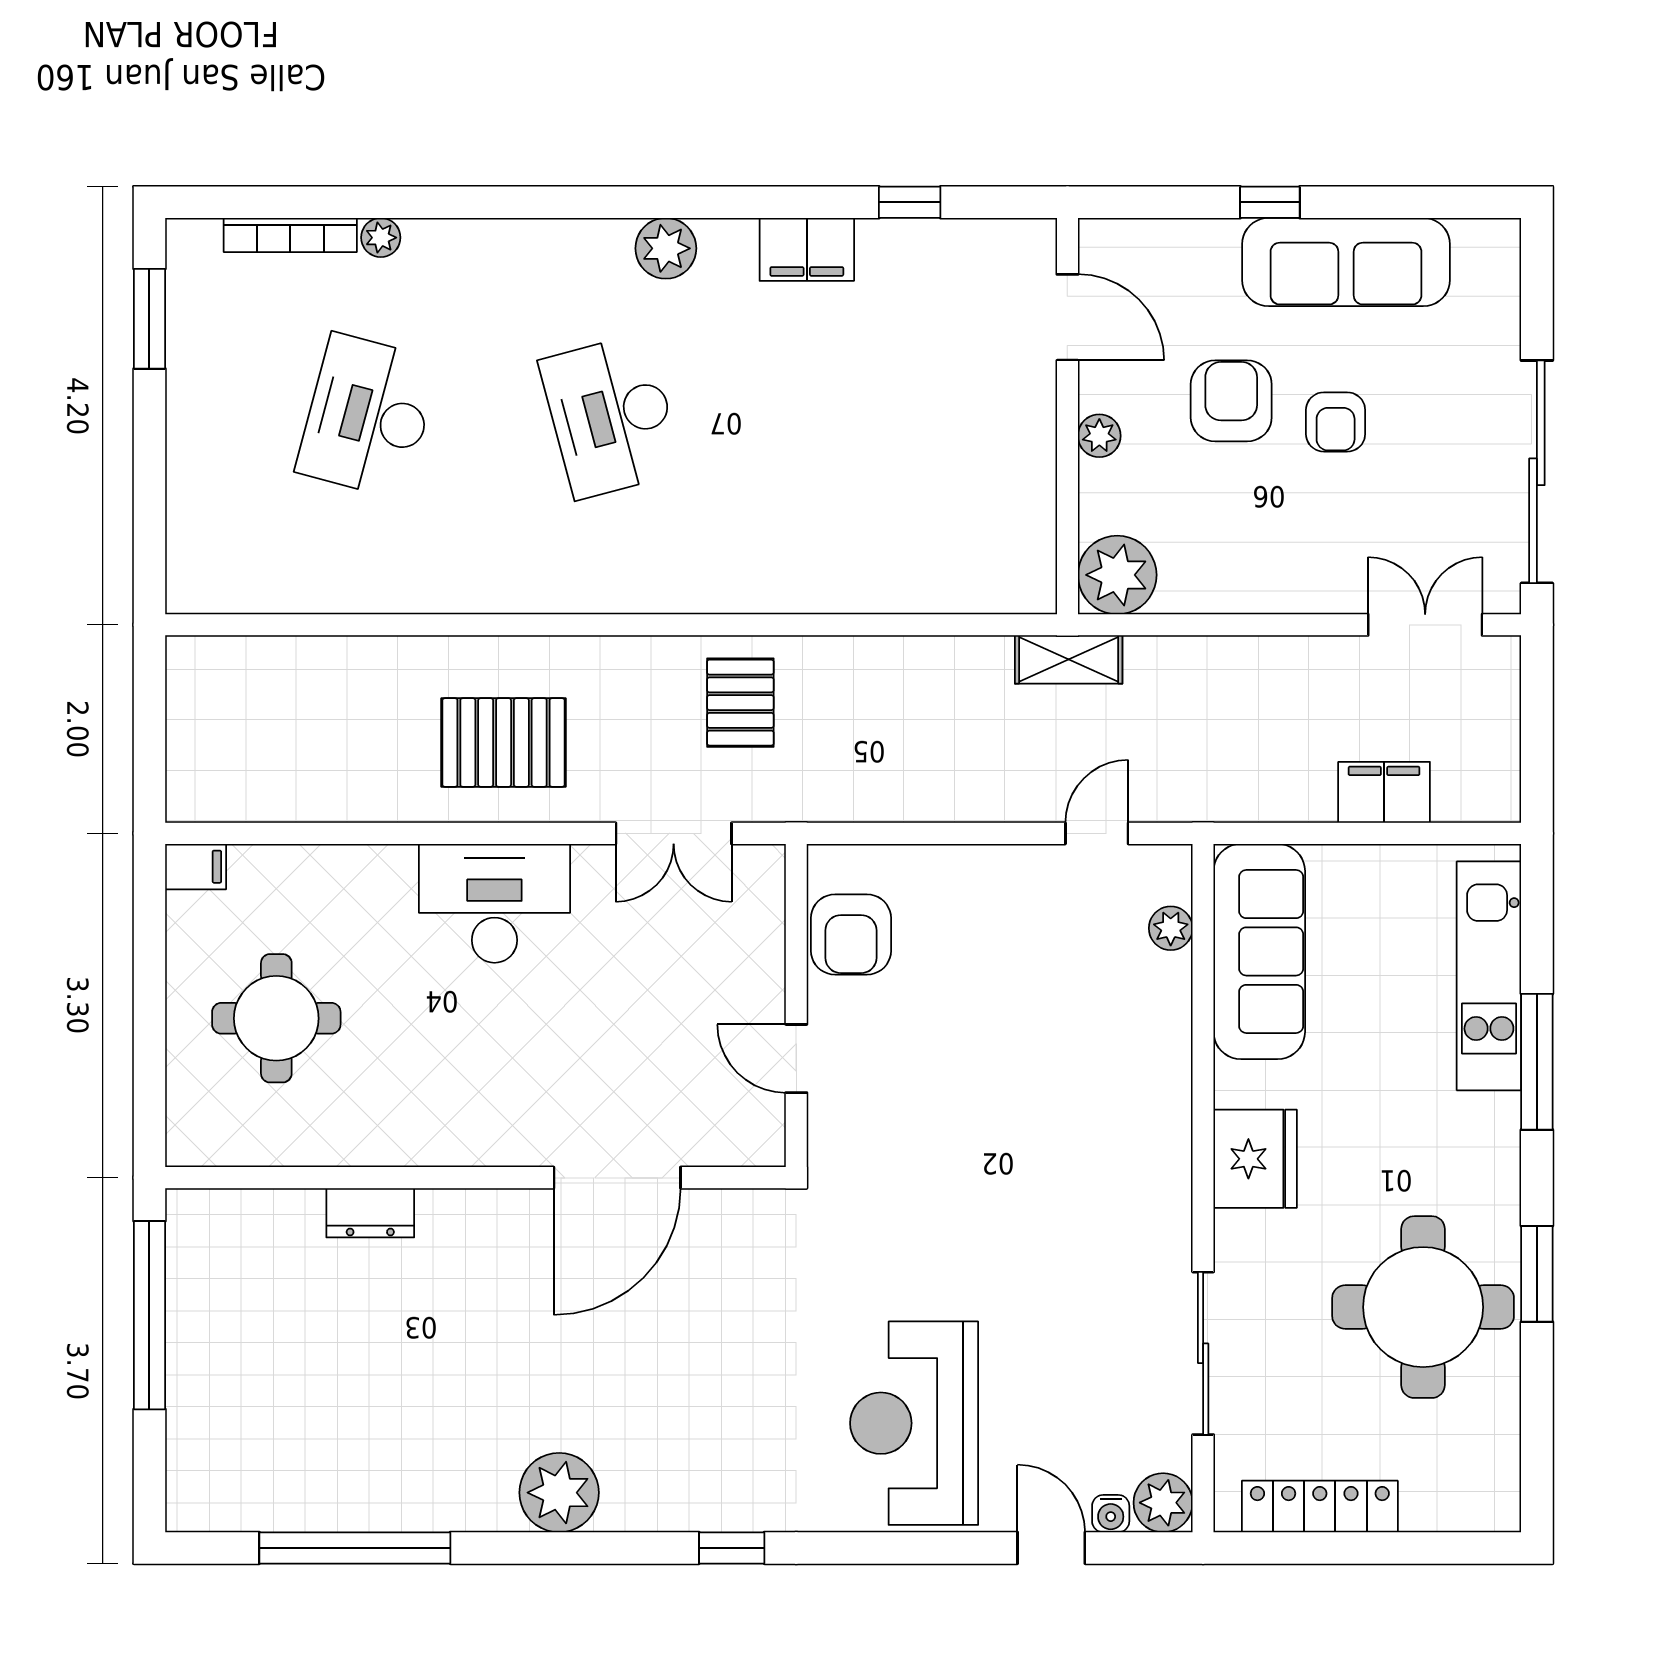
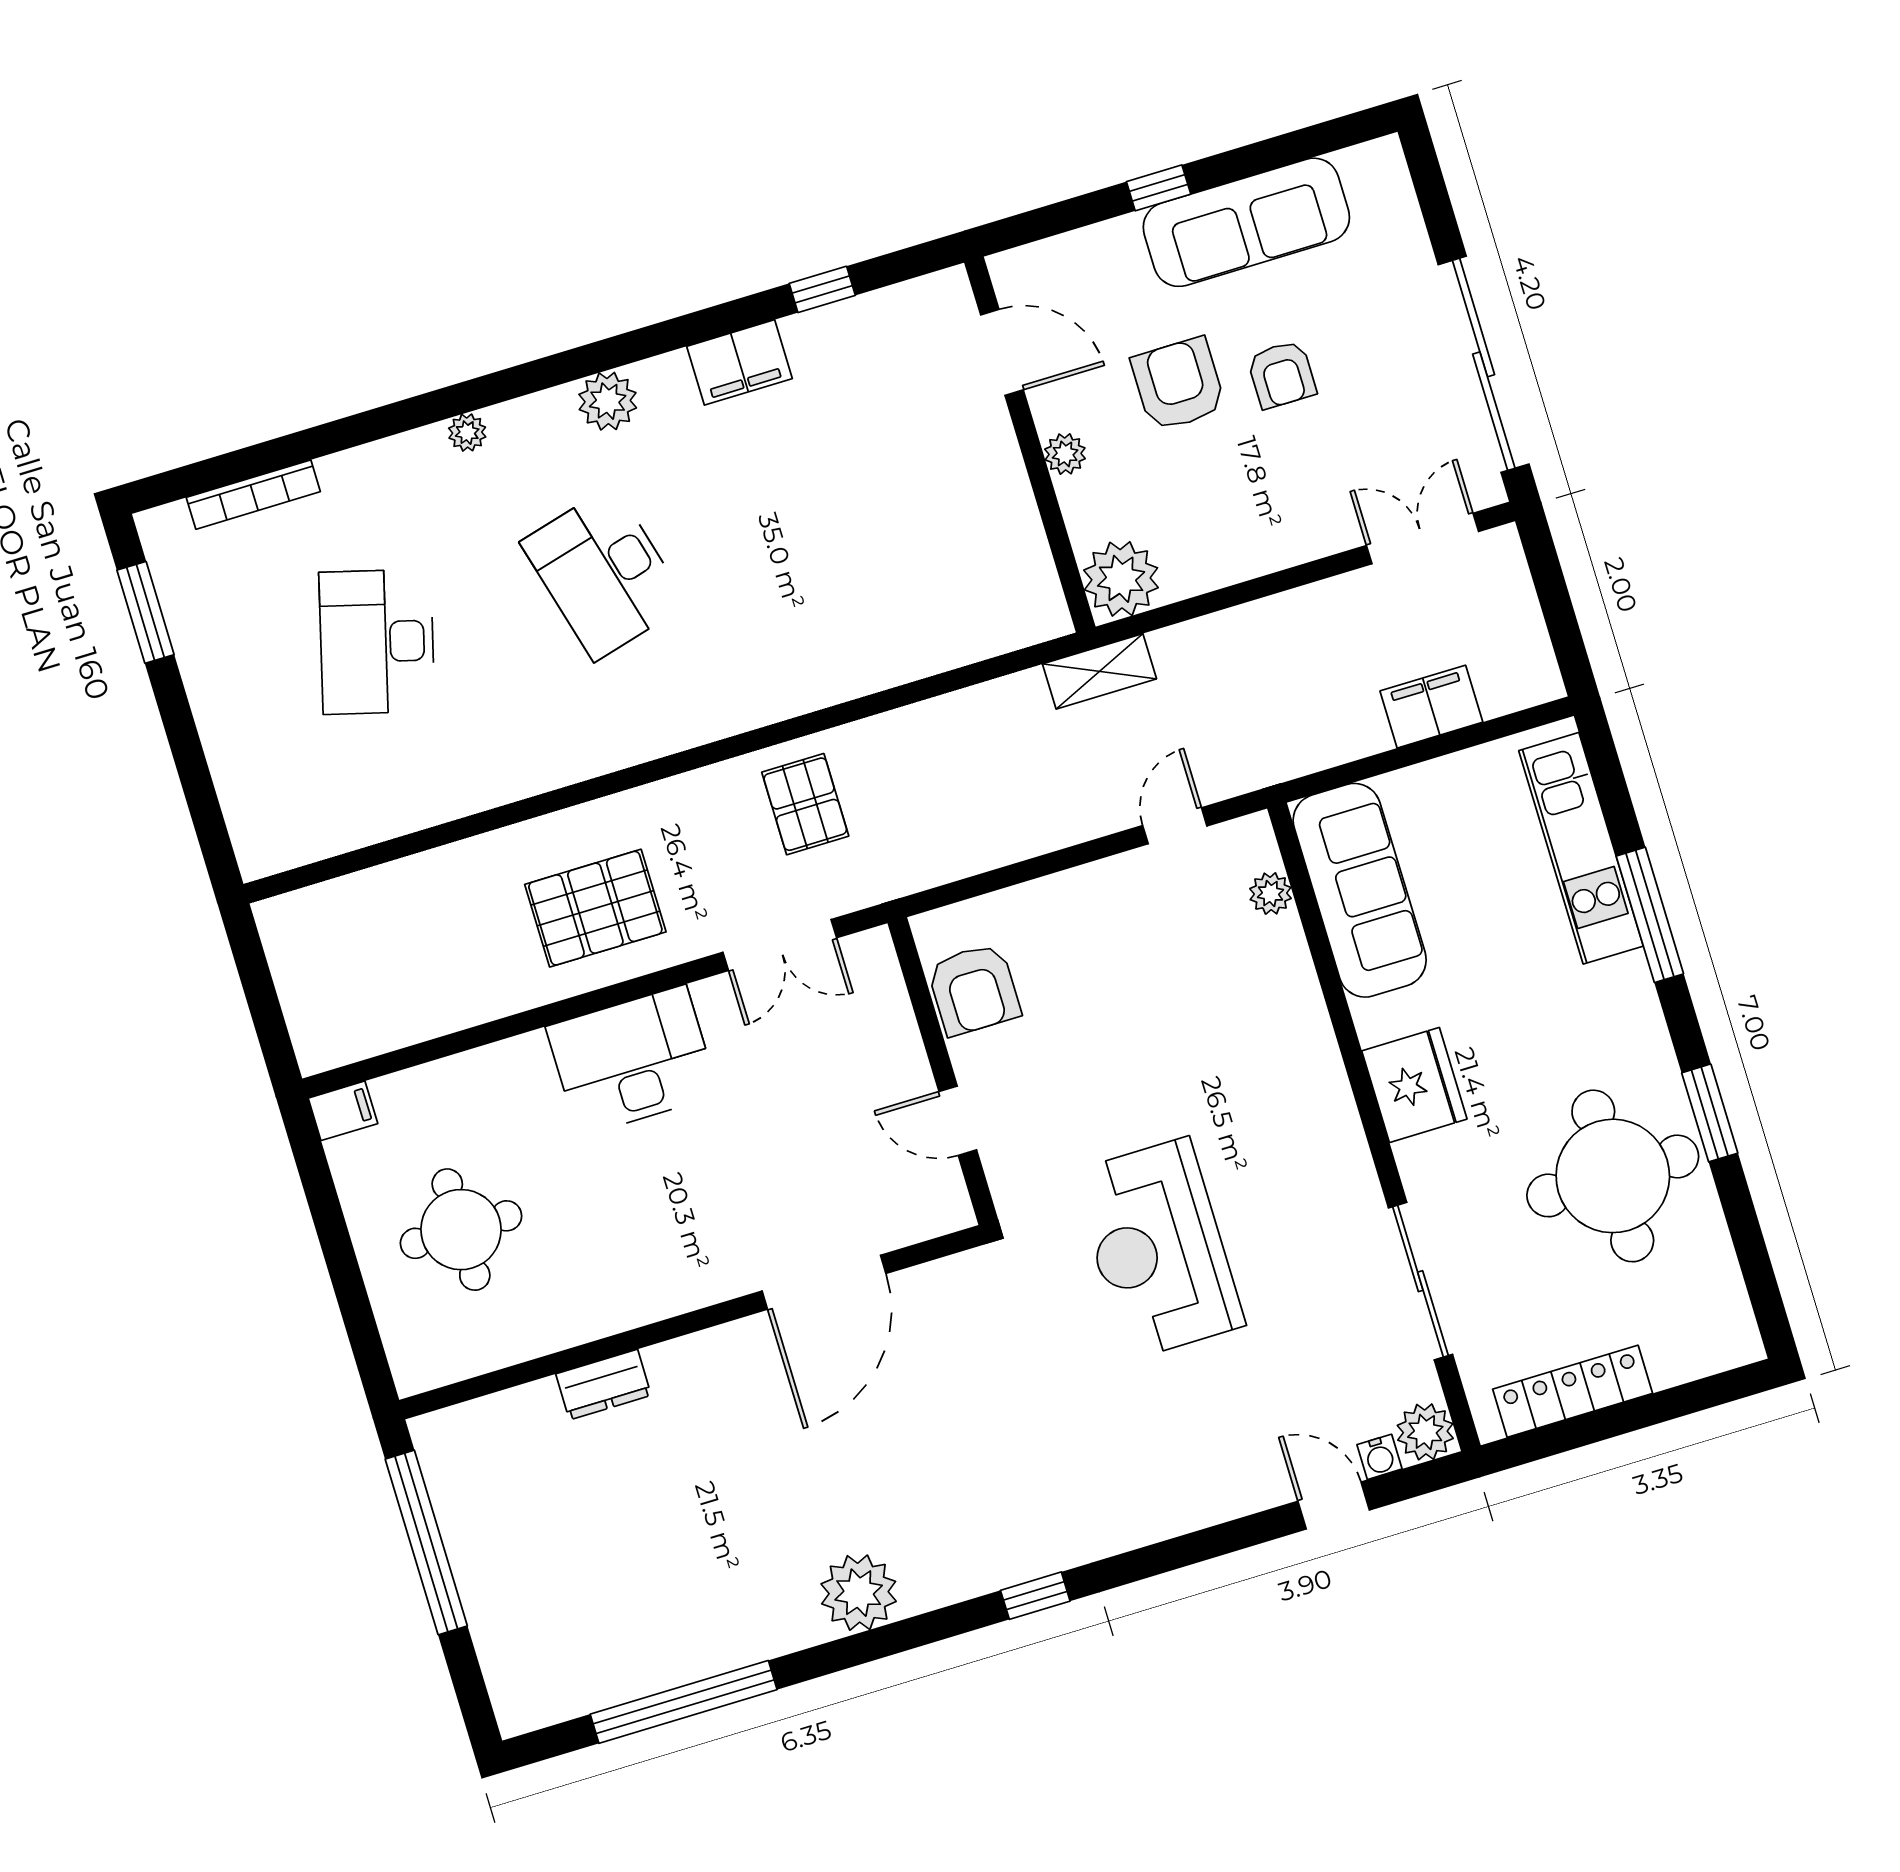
plant: (381, 238) -> (467, 433), moved
reception desk: (914, 1423) -> (1158, 1249), moved

